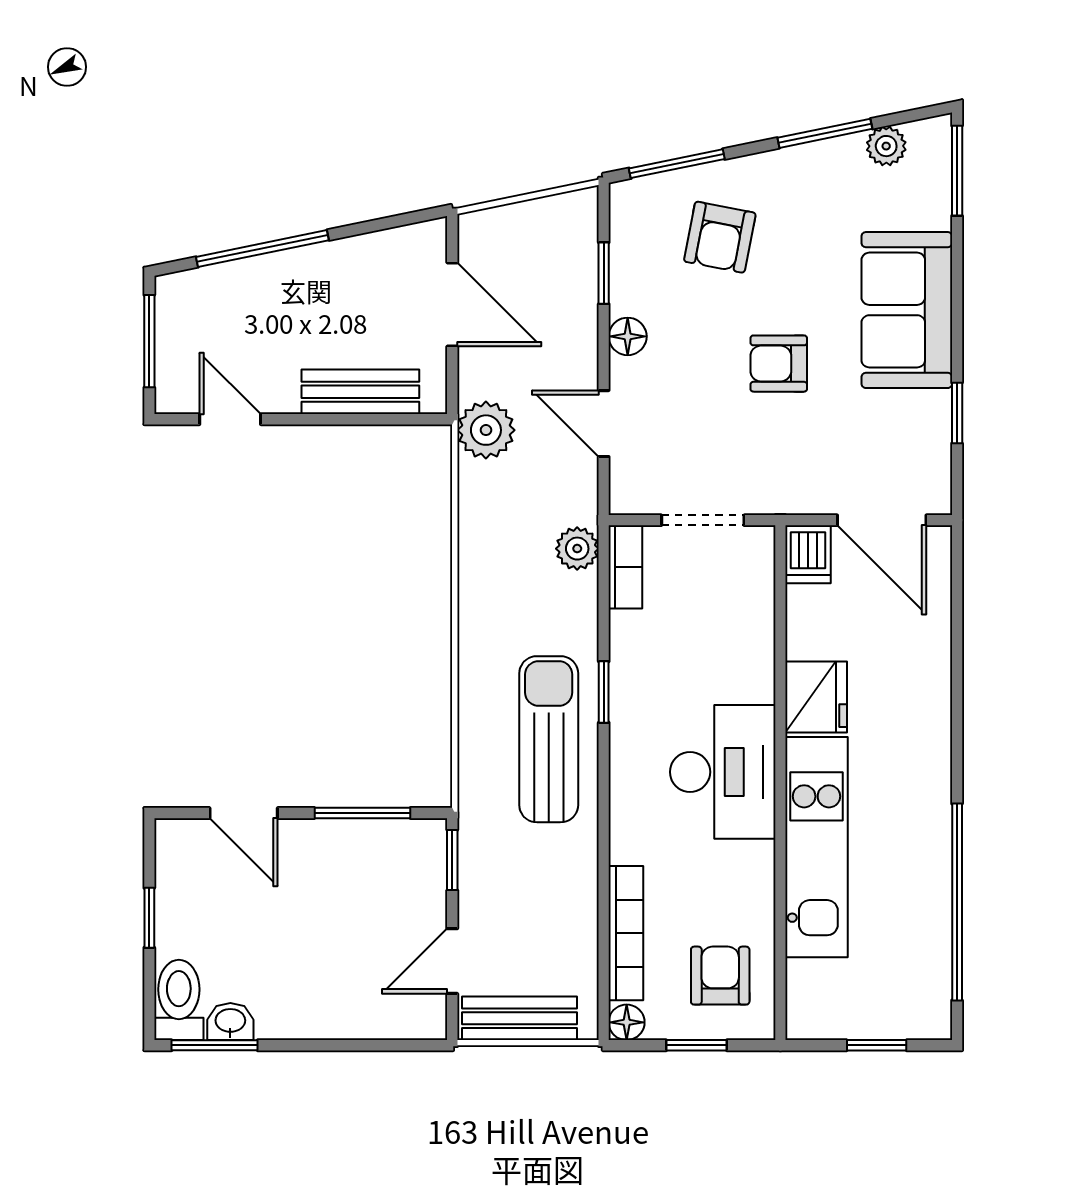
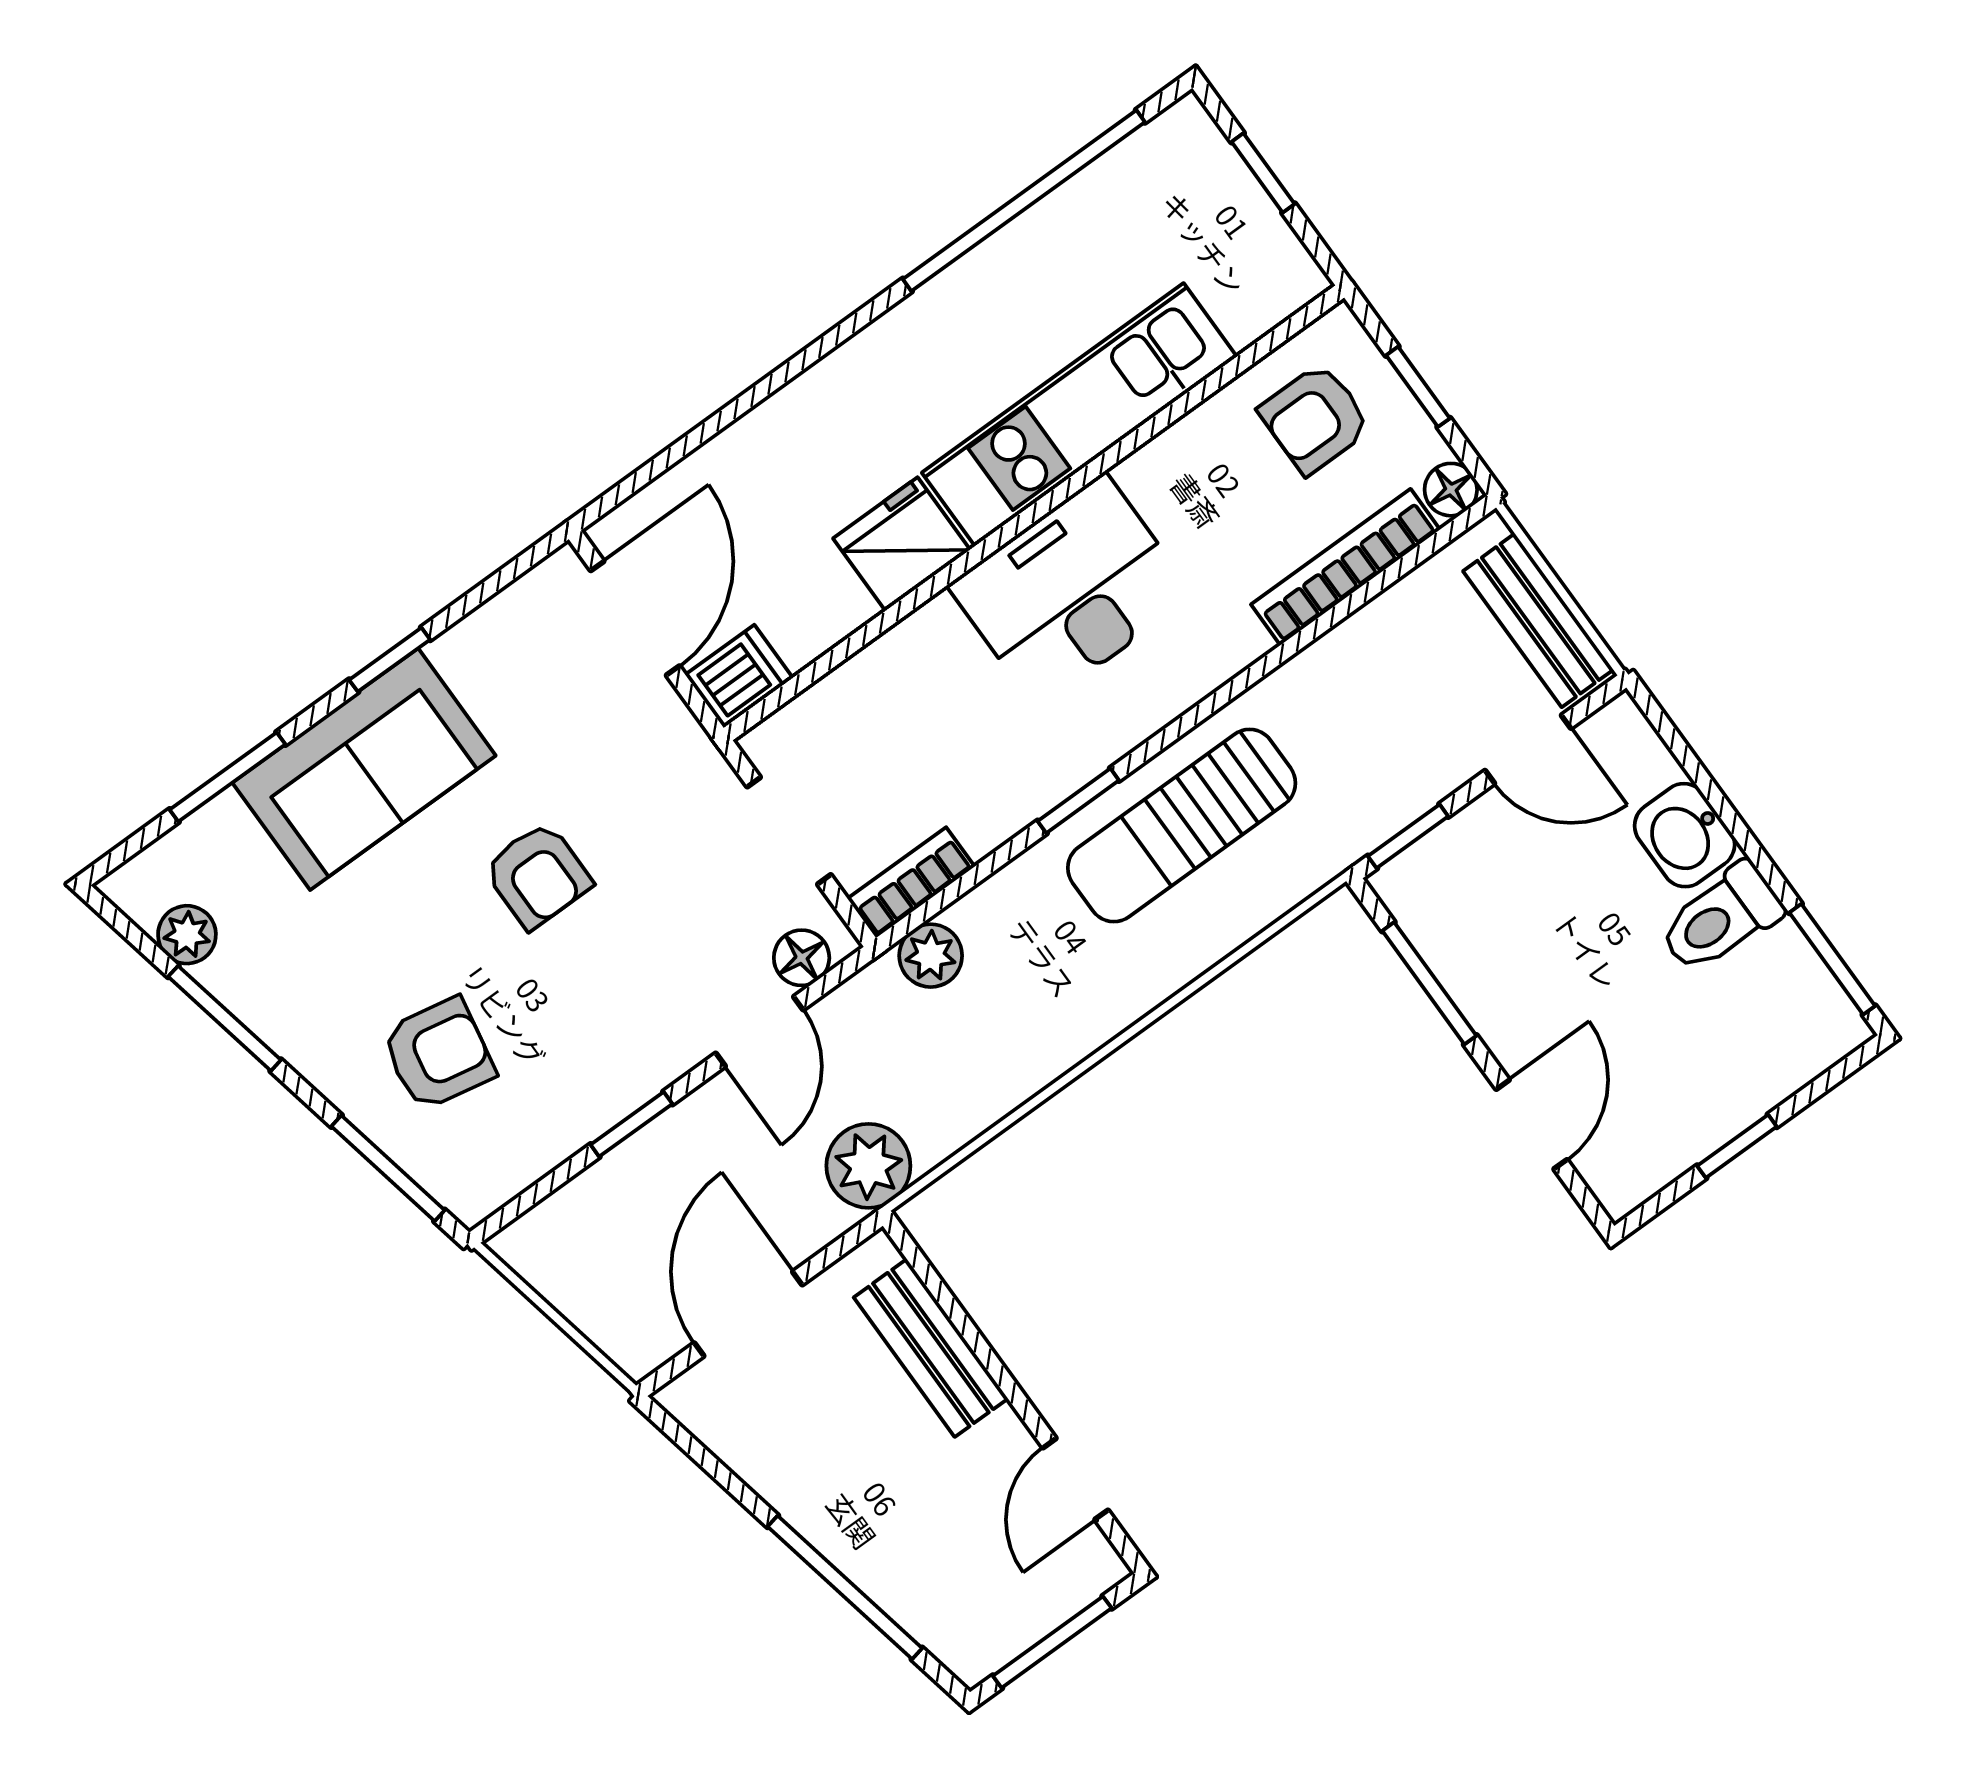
window: (957, 171) -> (227, 777), moved
window: (604, 273) -> (631, 1124), moved
floor lamp: (628, 336) -> (802, 958), moved
window: (957, 413) -> (390, 660), moved
toilet: (179, 1000) -> (1721, 918), moved
washbasin: (230, 1022) -> (1685, 835), moved, width x1.38, depth x1.45

